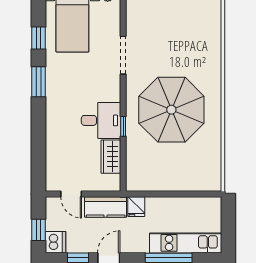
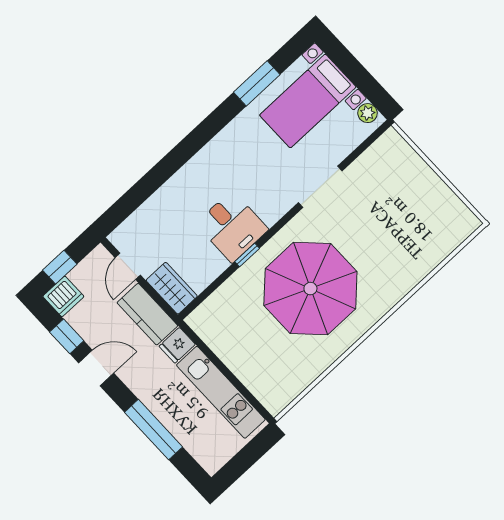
window: (39, 38) -> (257, 83), width x1.50
window: (39, 82) -> (212, 125), removed
wardrobe: (111, 157) -> (172, 288), moved, turned 90
kitchen unit: (186, 243) -> (221, 392), moved, turned 180

